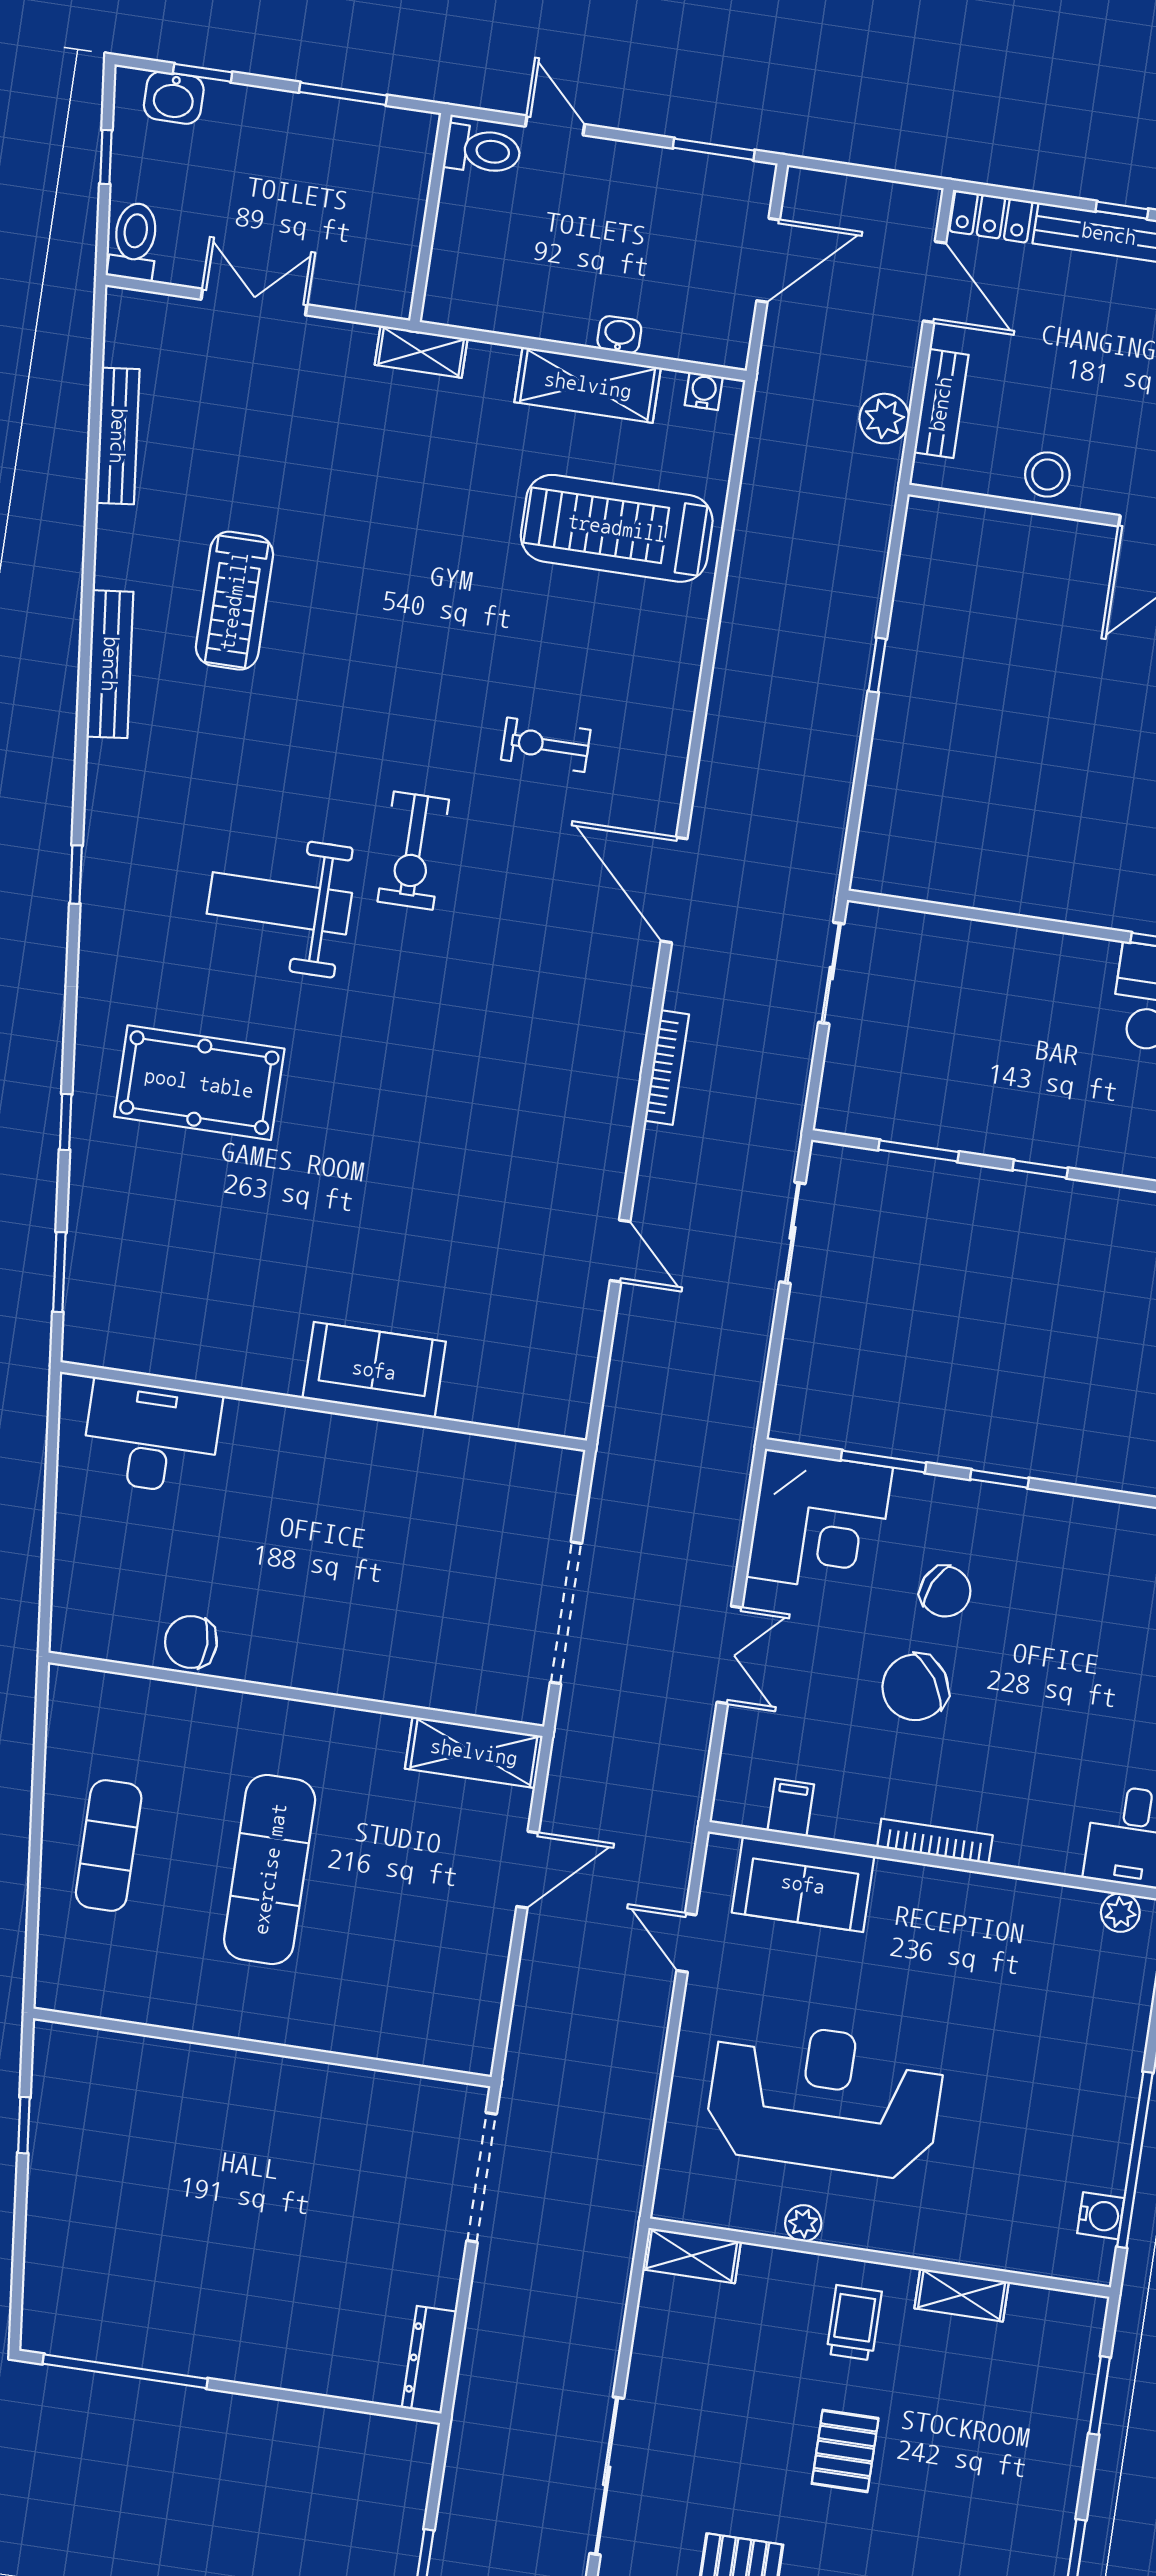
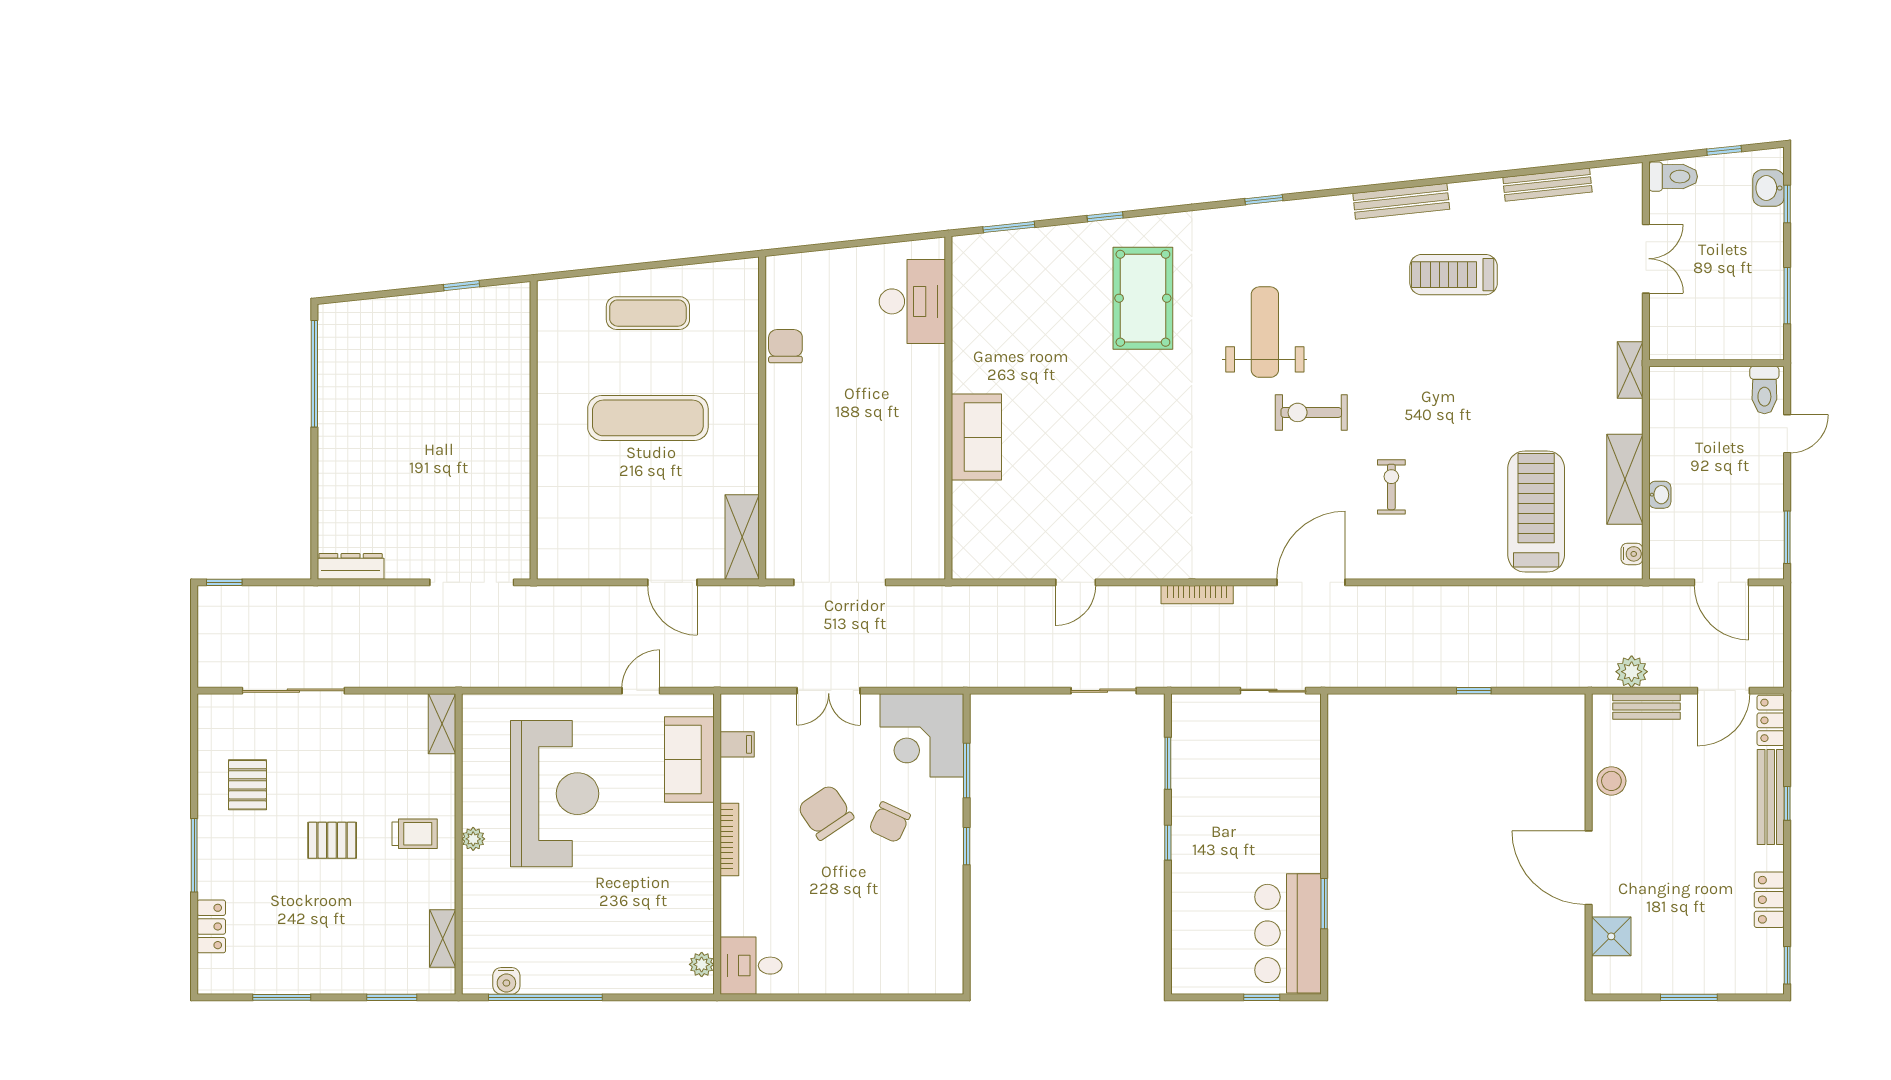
plant: (803, 2223) -> (473, 839), moved
shelving: (962, 2295) -> (443, 939), moved

